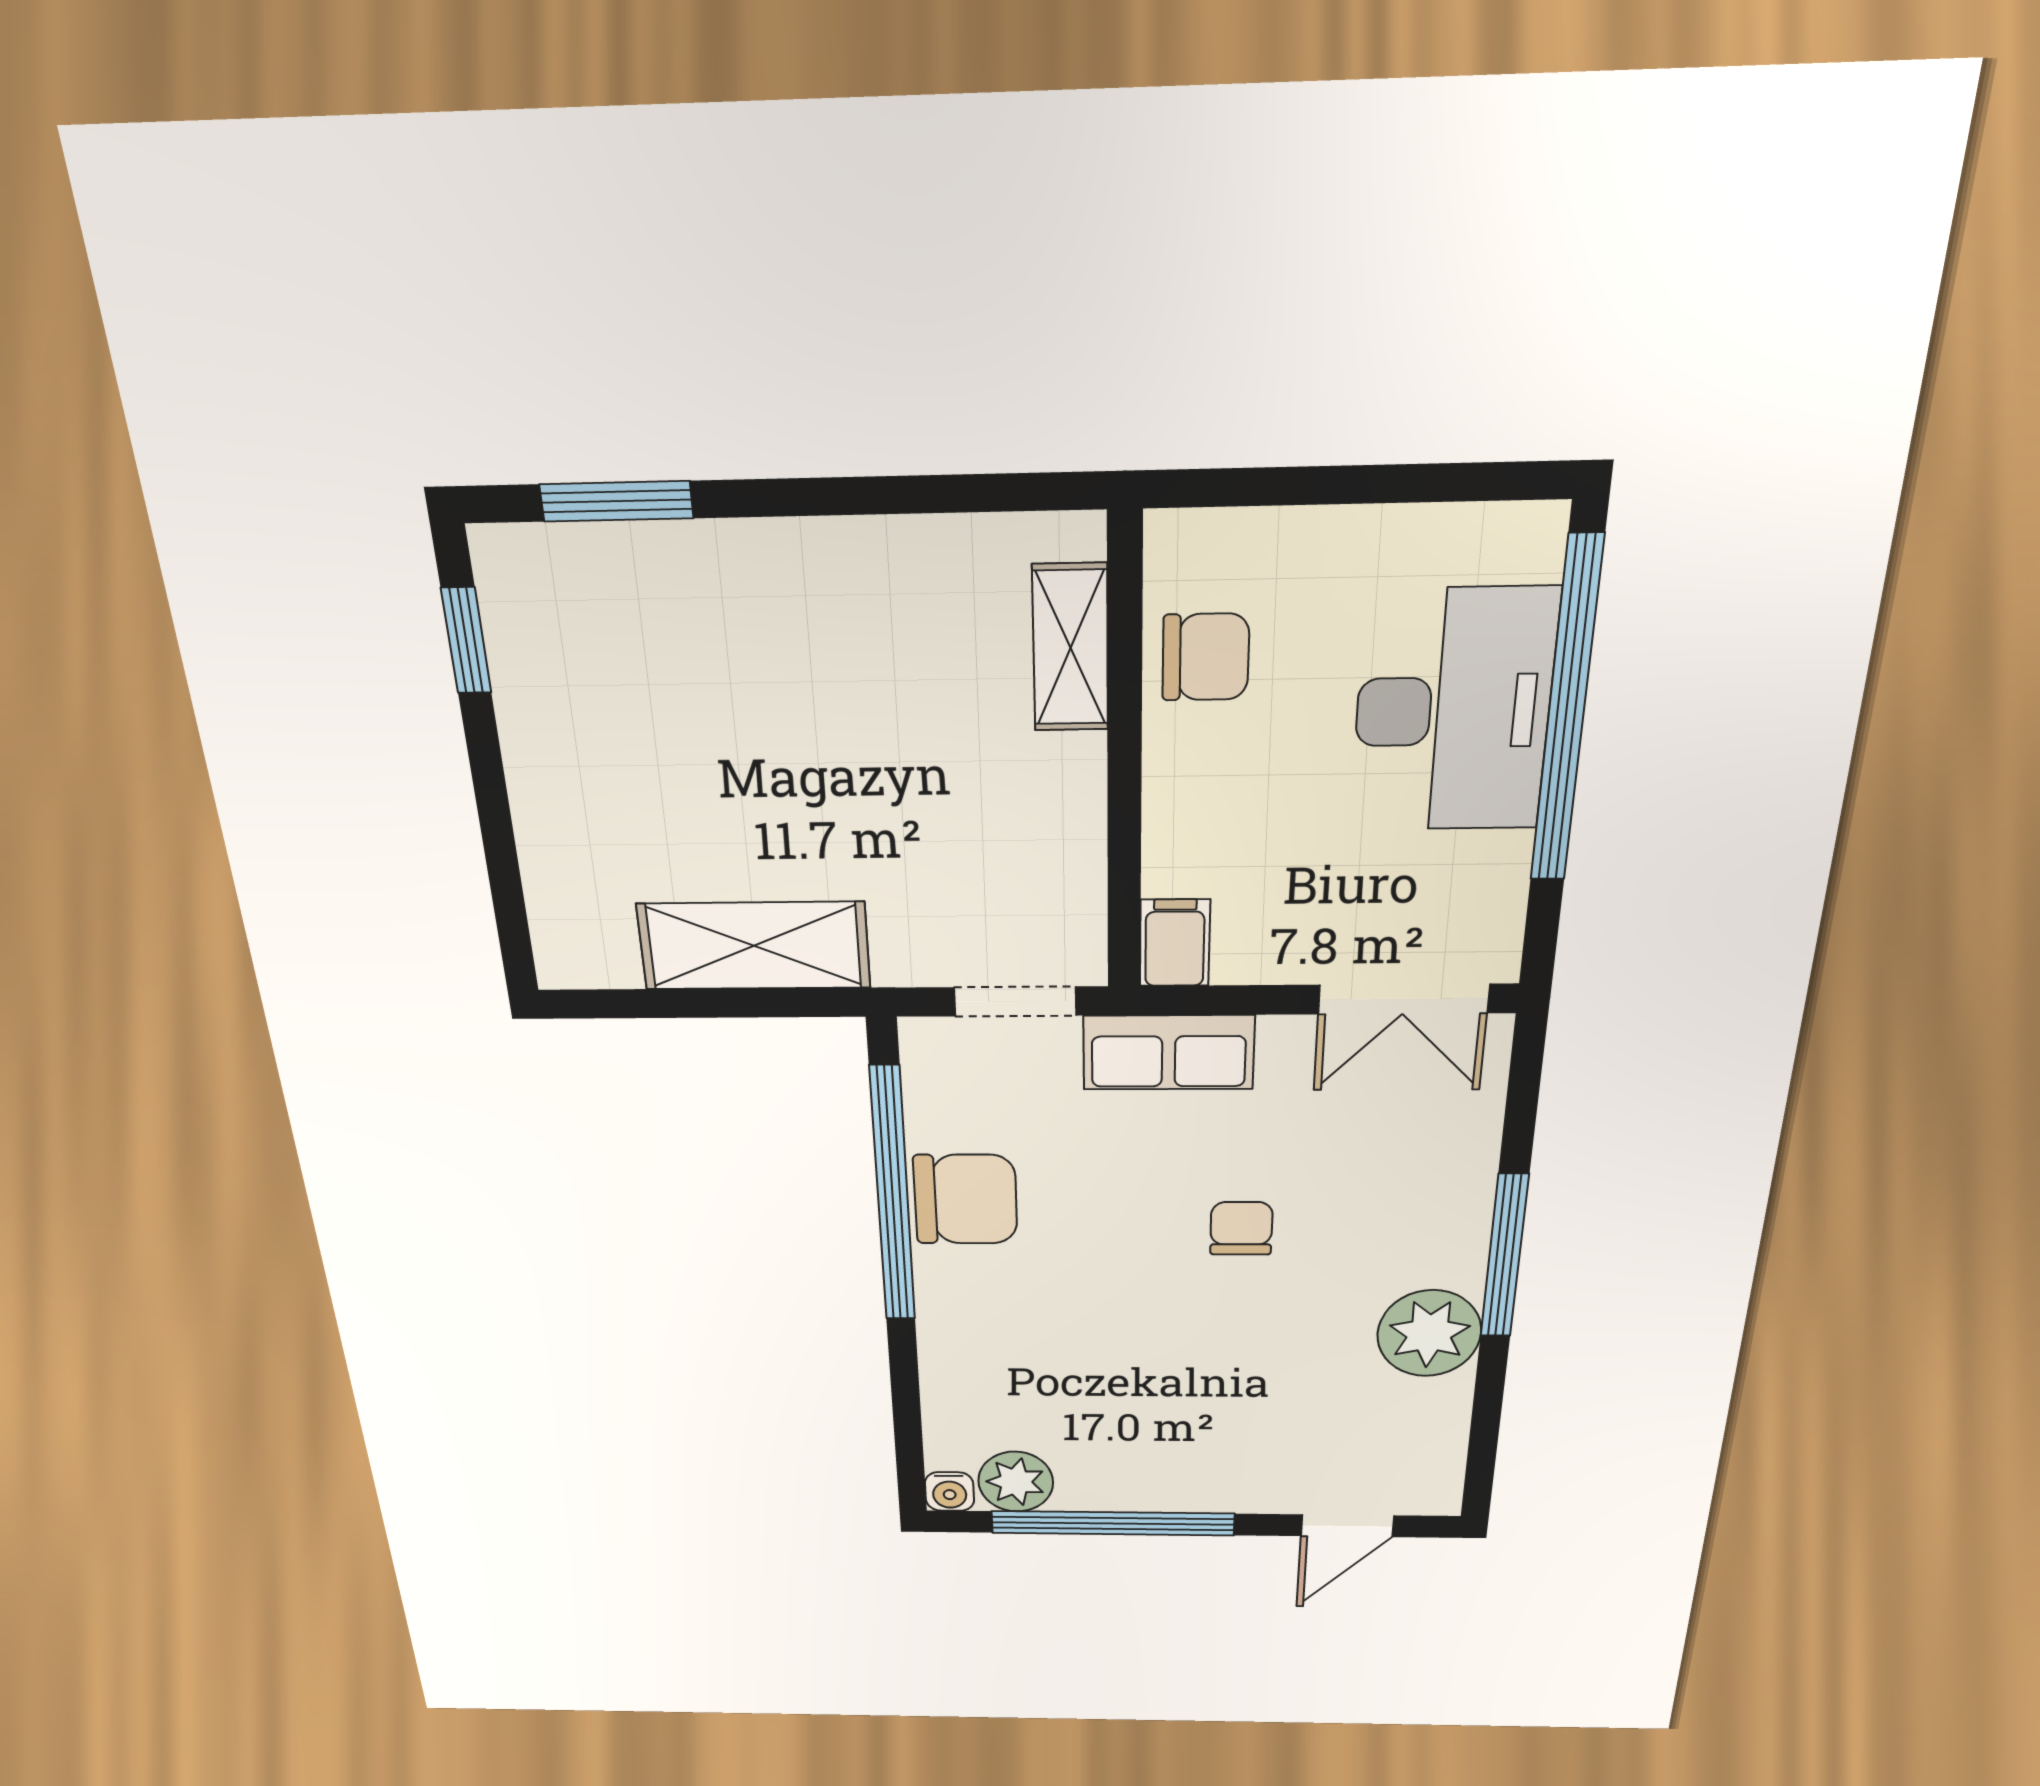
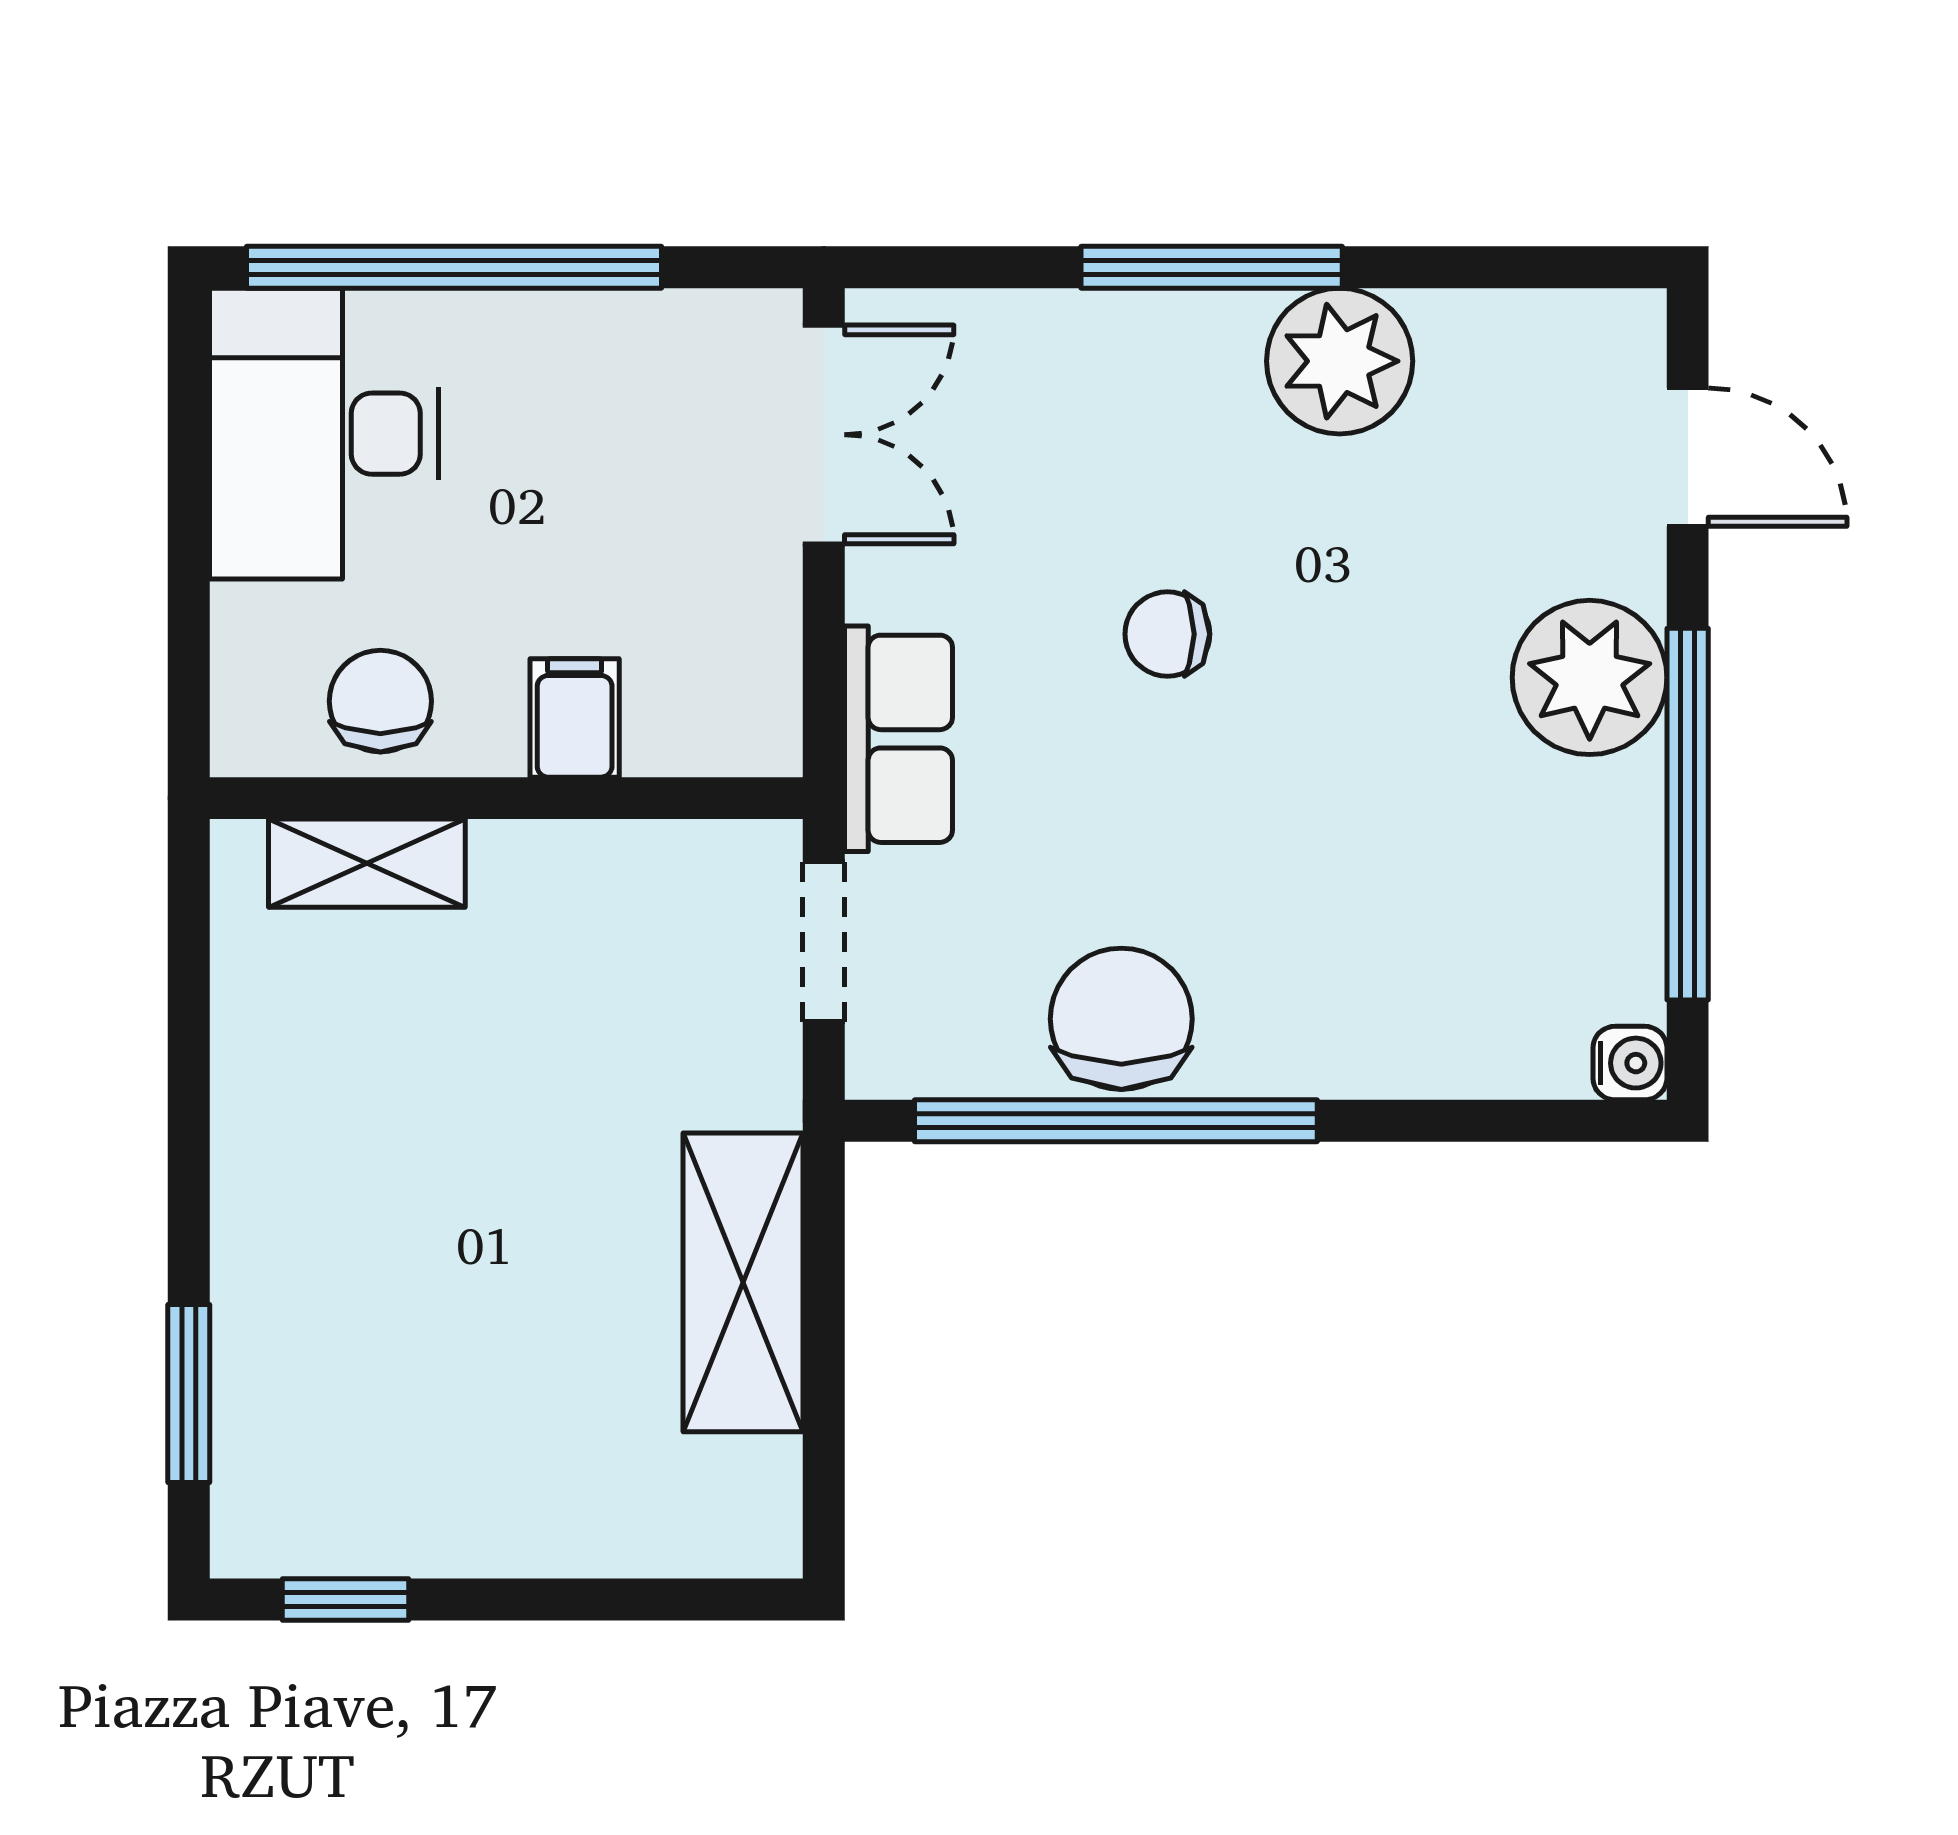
desk: (1453, 711) -> (324, 434), moved, turned -90
filing cabinet: (1175, 943) -> (575, 718), moved, turned 90
plant: (1016, 1482) -> (1590, 677), moved, width x1.36, depth x1.36

